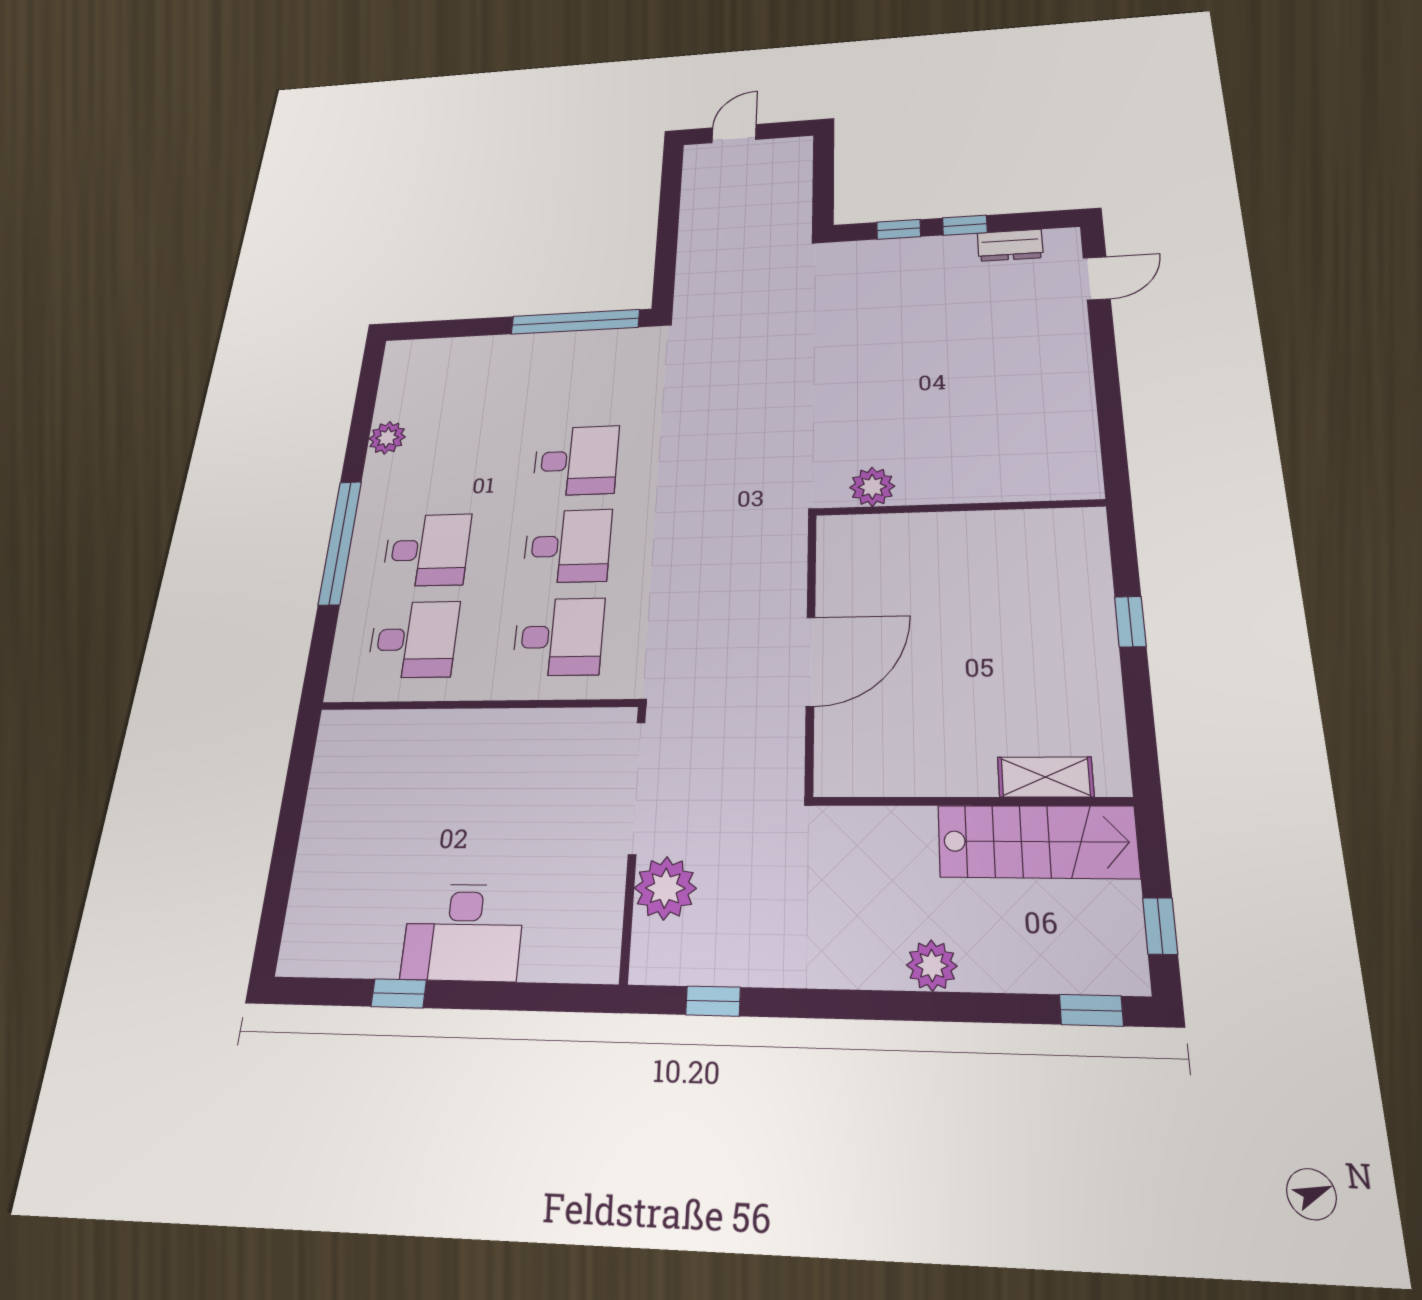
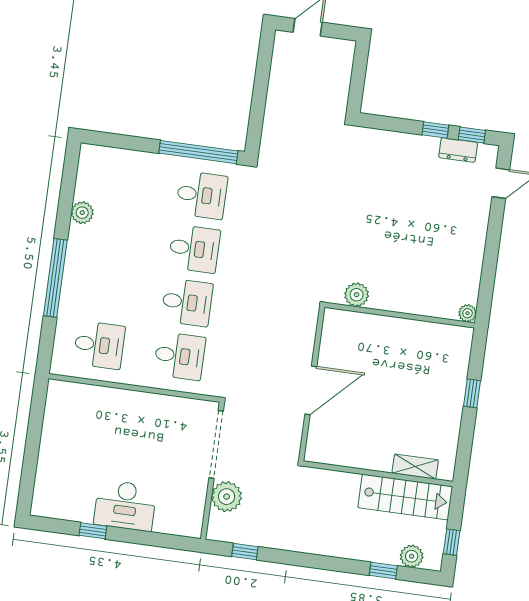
window: (899, 229) -> (472, 135), moved
plant: (1087, 485) -> (467, 313), added
desk: (427, 550) -> (202, 195), moved
plant: (932, 966) -> (412, 556), moved
window: (1091, 1010) -> (383, 571), moved

